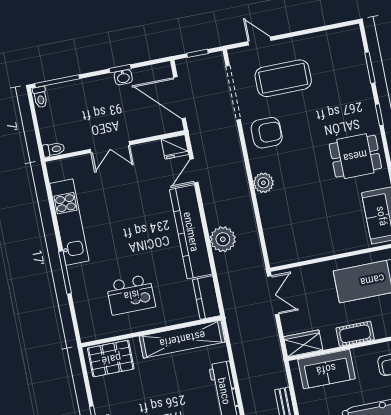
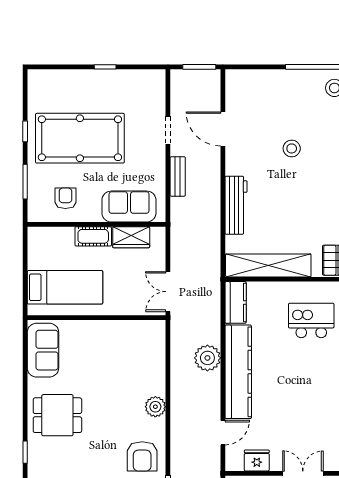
armchair: (267, 133) -> (142, 456), turned -90
fridge: (175, 147) -> (257, 461), moved
wardrobe: (303, 343) -> (131, 237), moved

